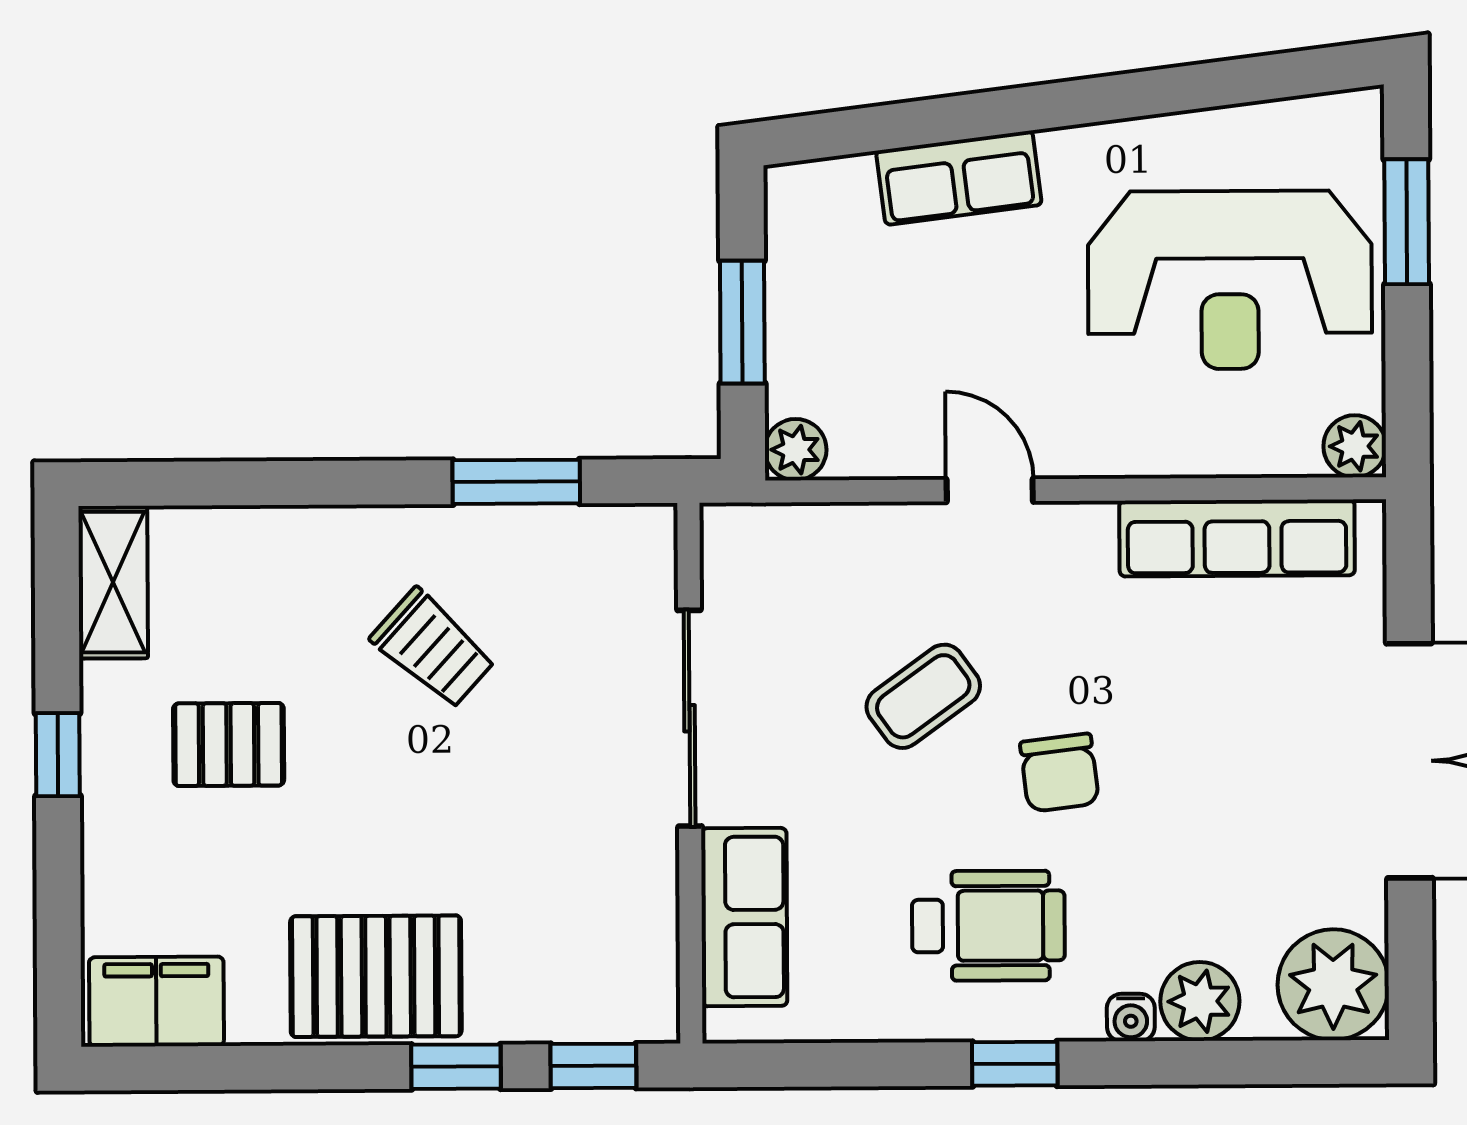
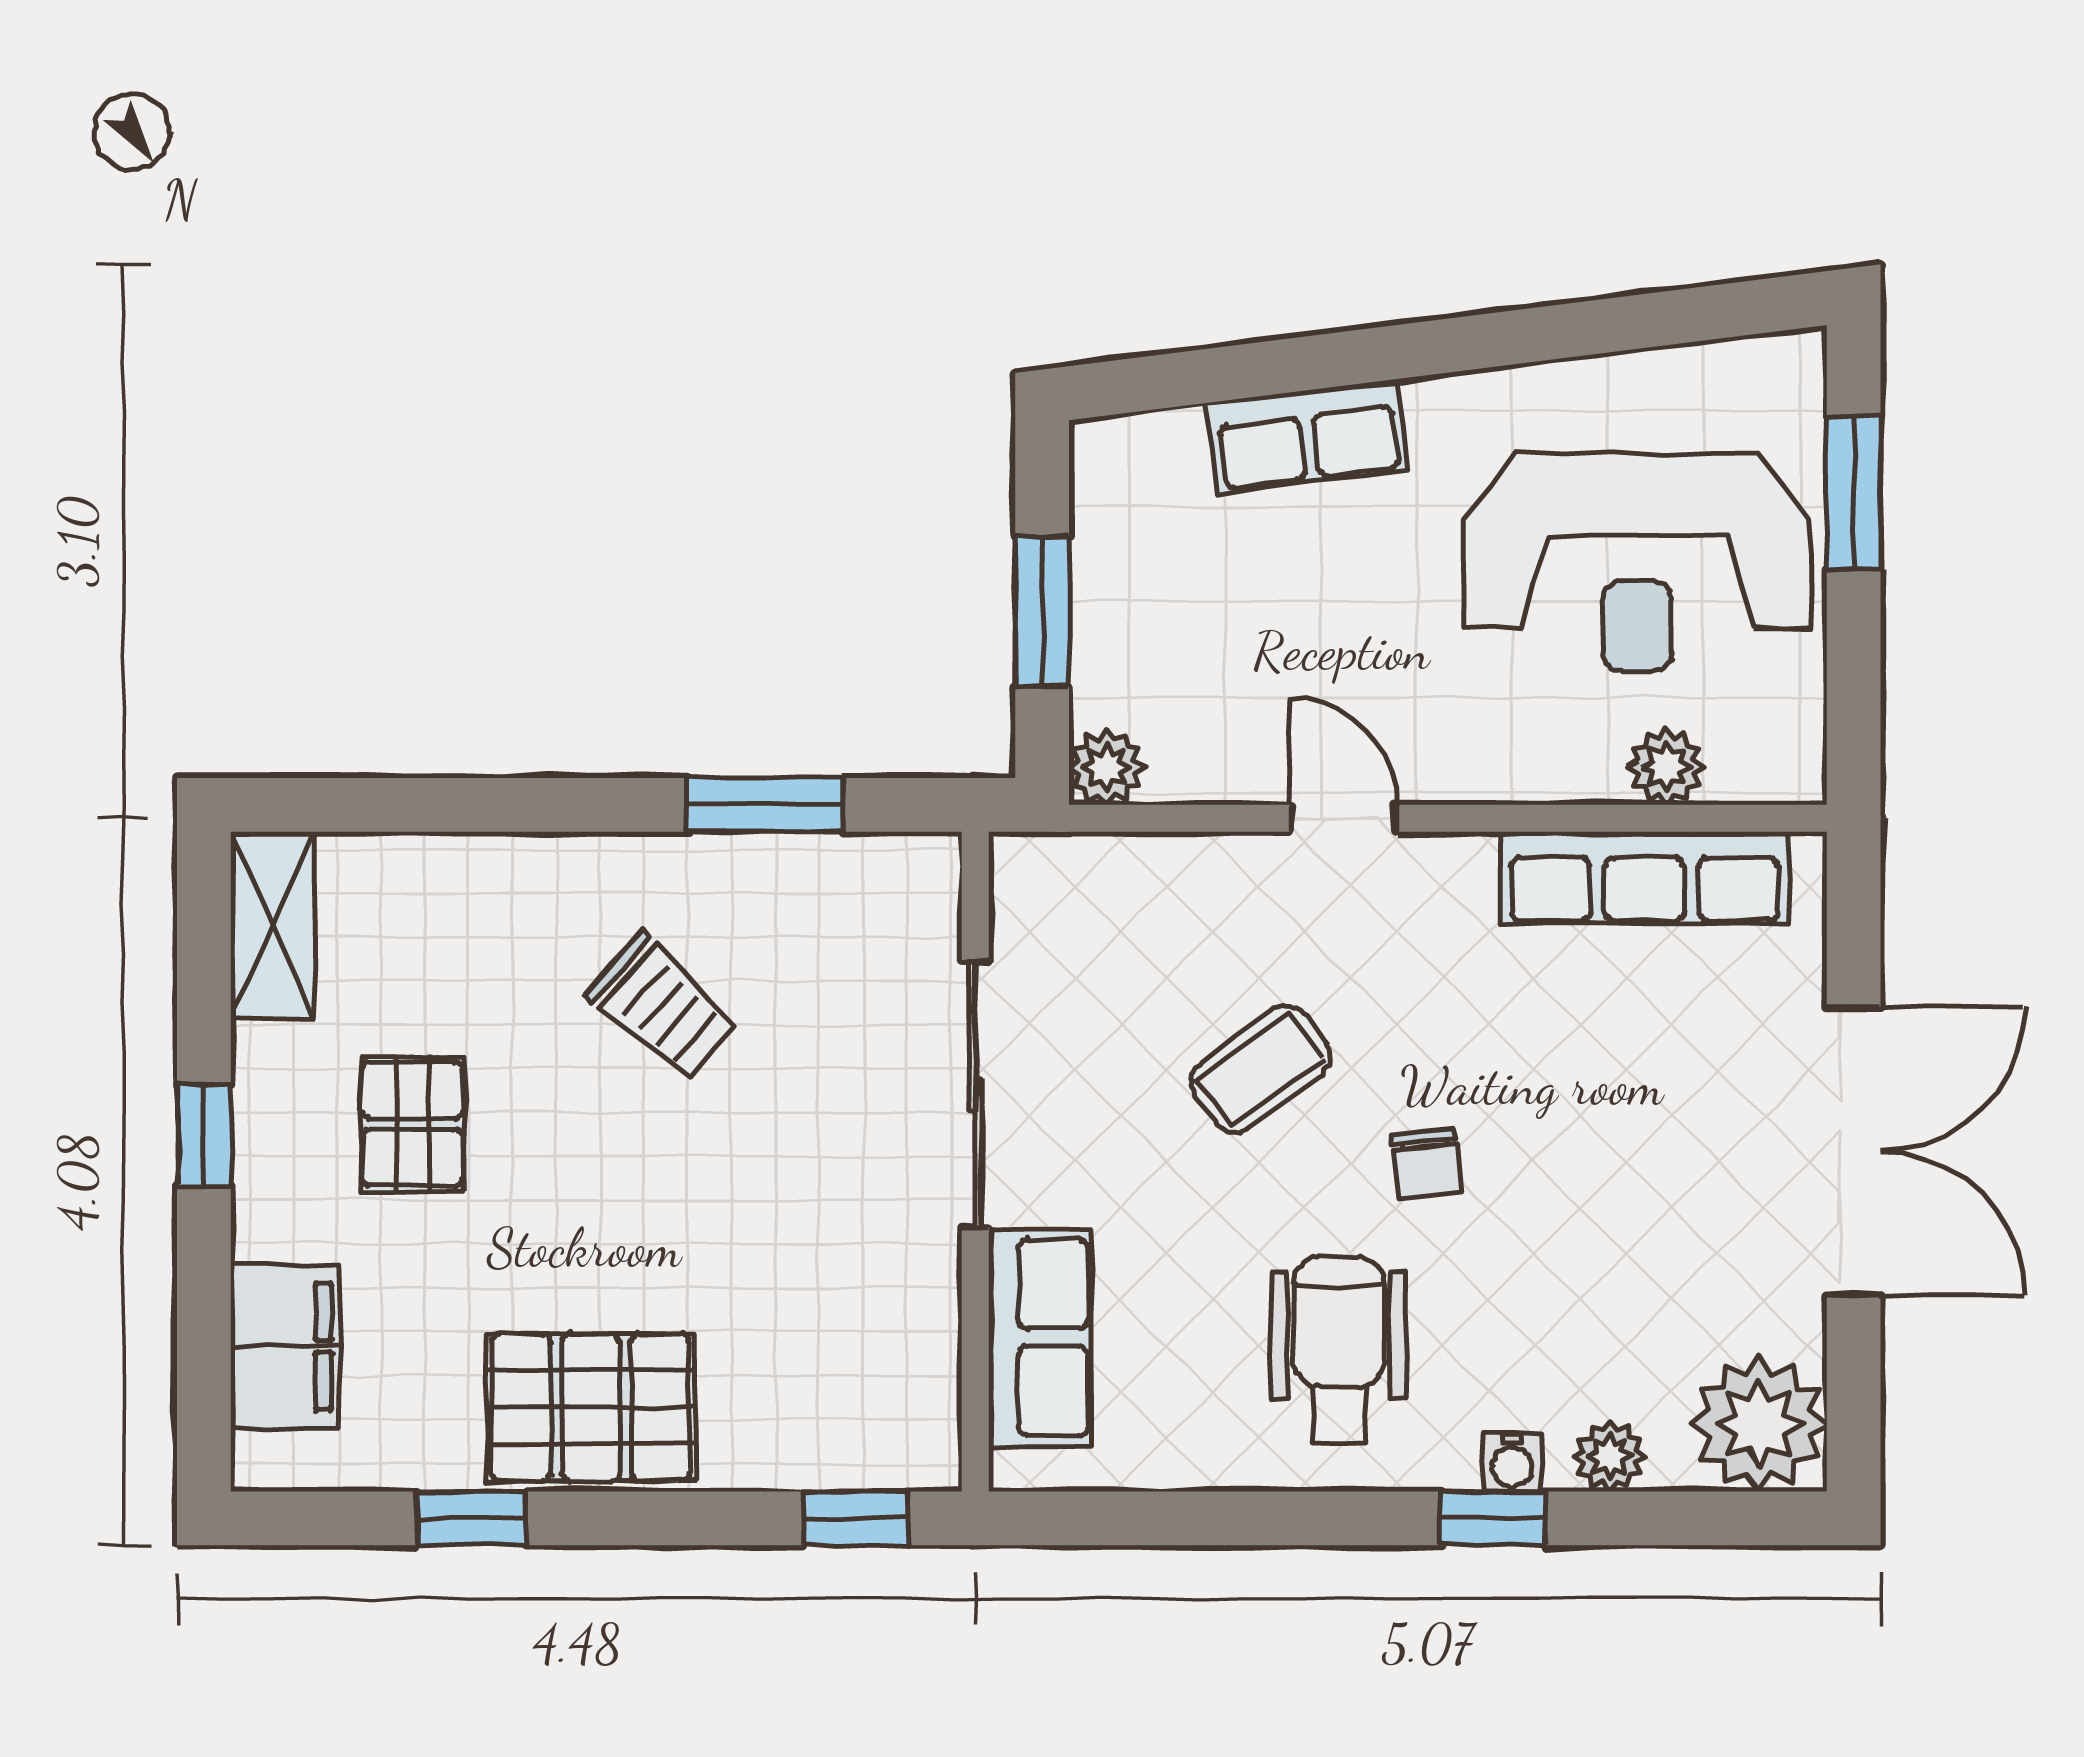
plant: (1355, 446) -> (1666, 767), moved
pallet: (229, 744) -> (412, 1124), turned 90
chair: (1060, 773) -> (1427, 1163), width x0.73, depth x0.73
wheelchair: (988, 926) -> (1339, 1350), turned -90
plant: (1200, 1001) -> (1609, 1457), width x0.73, depth x0.73
filing cabinet: (156, 1002) -> (285, 1346), moved, turned 90
window: (1015, 1064) -> (1493, 1518), moved
window: (456, 1067) -> (471, 1518), moved

